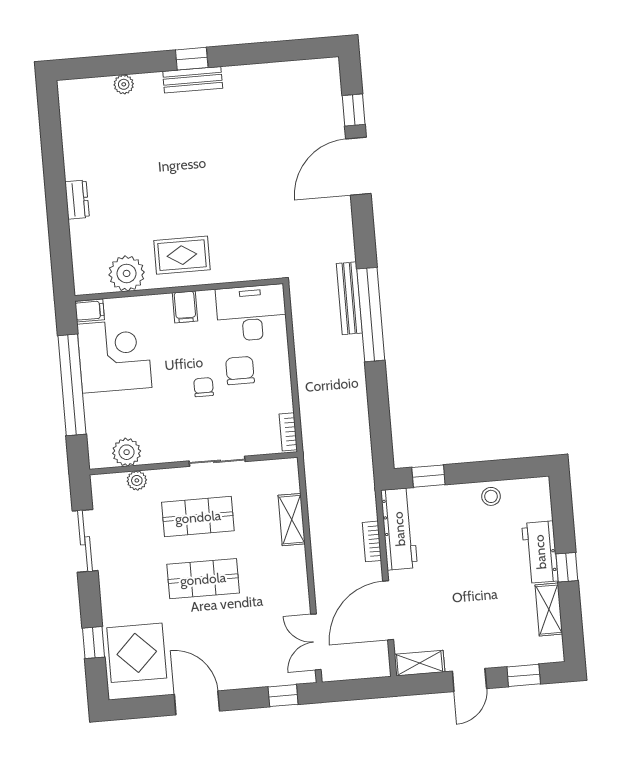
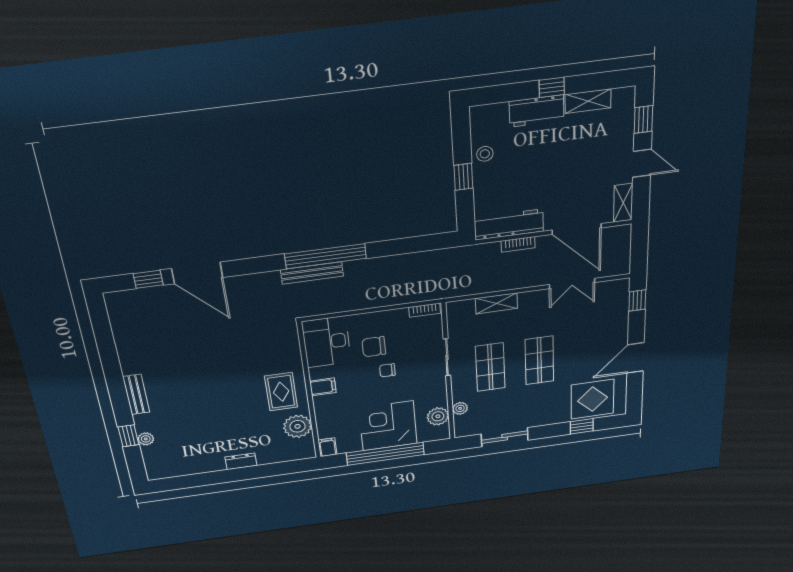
window: (192, 59) -> (128, 436), moved
corner desk: (114, 356) -> (388, 426), moved
window: (428, 476) -> (463, 177), moved
double door: (316, 642) -> (572, 283), moved

